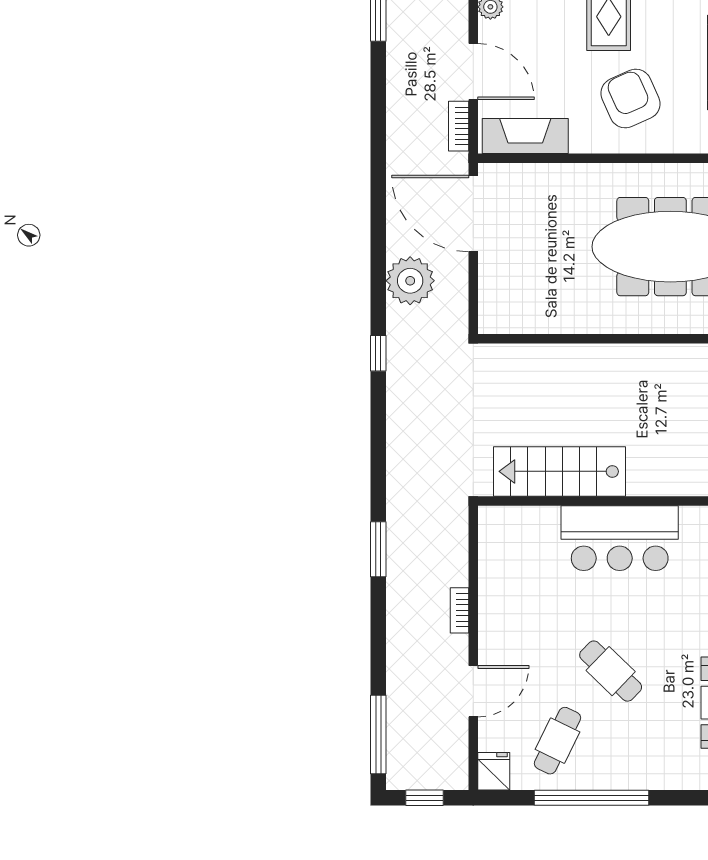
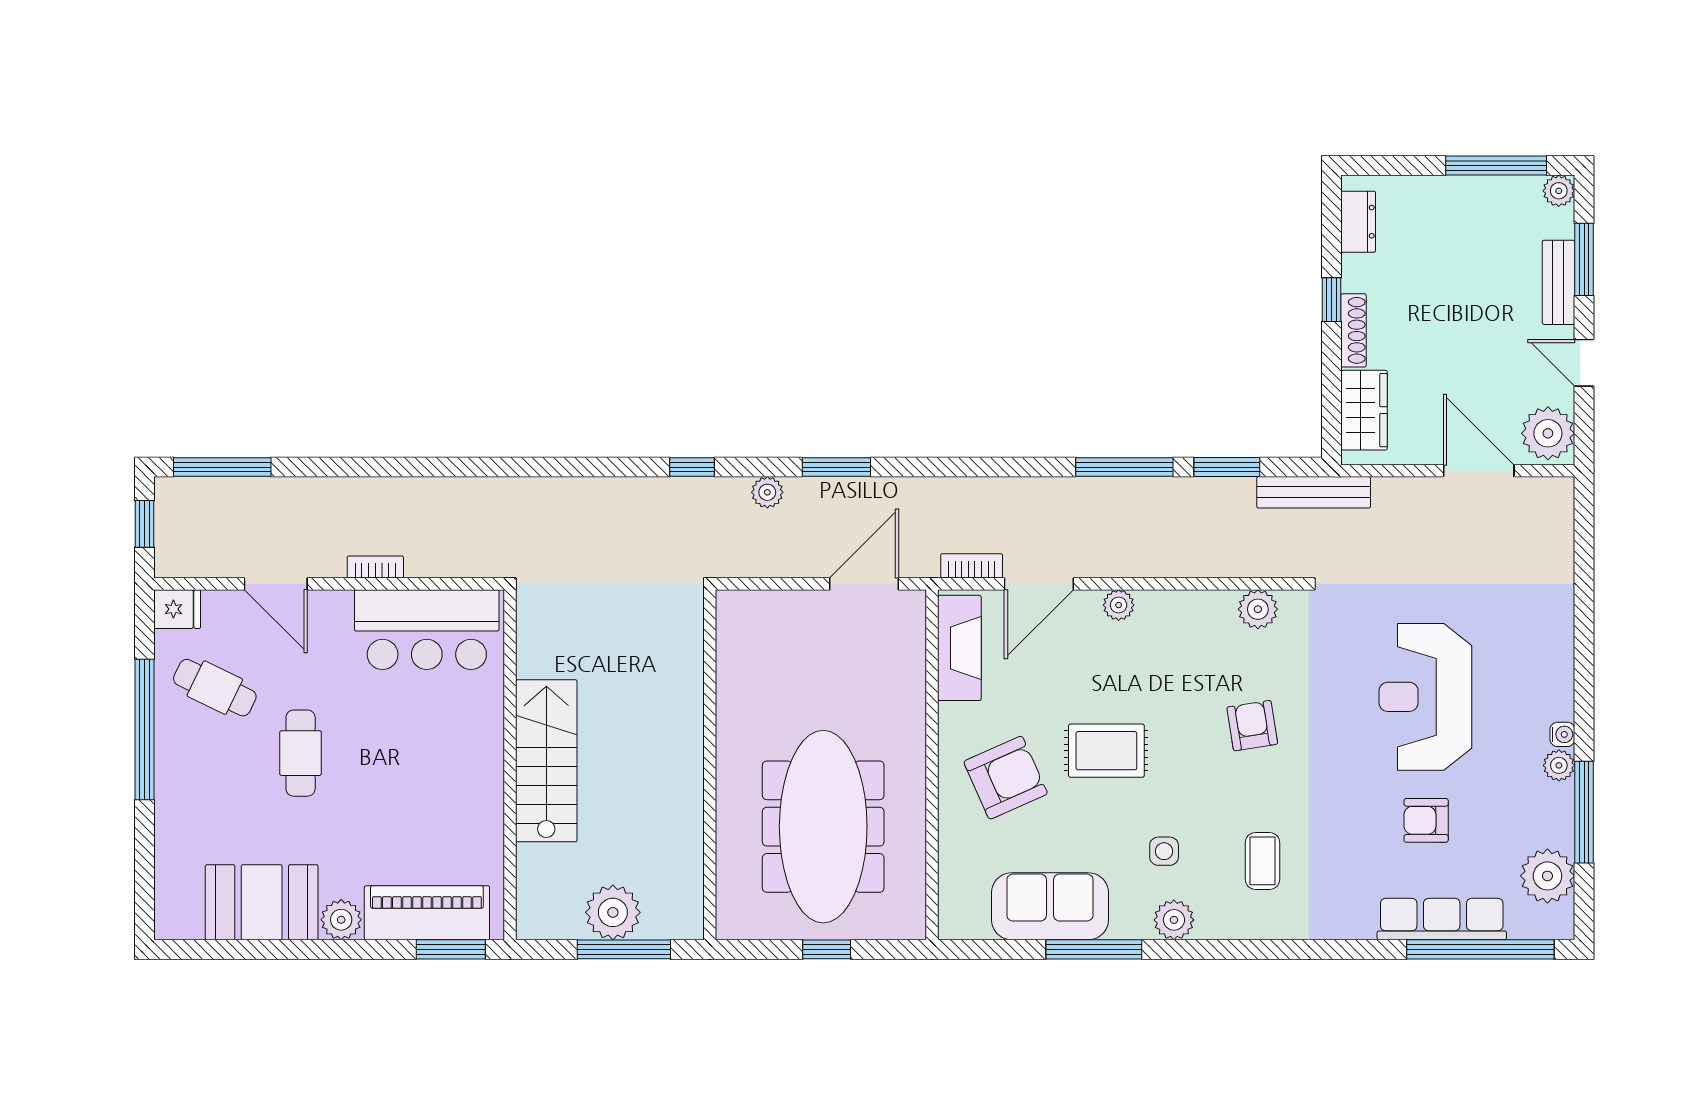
door: (473, 213) -> (864, 584), width x0.73
plant: (410, 281) -> (767, 492), width x0.53, depth x0.53
stairs: (560, 471) -> (546, 761), moved
bar counter: (620, 538) -> (427, 630), moved, turned -90
window: (378, 549) -> (836, 467), moved
cafe table: (611, 671) -> (301, 753), turned -44

